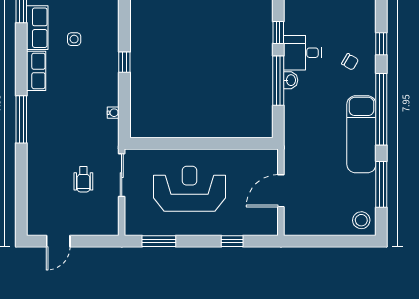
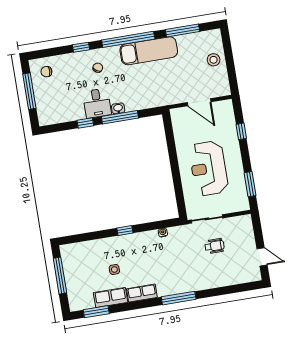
stool: (361, 220) -> (214, 60), moved

